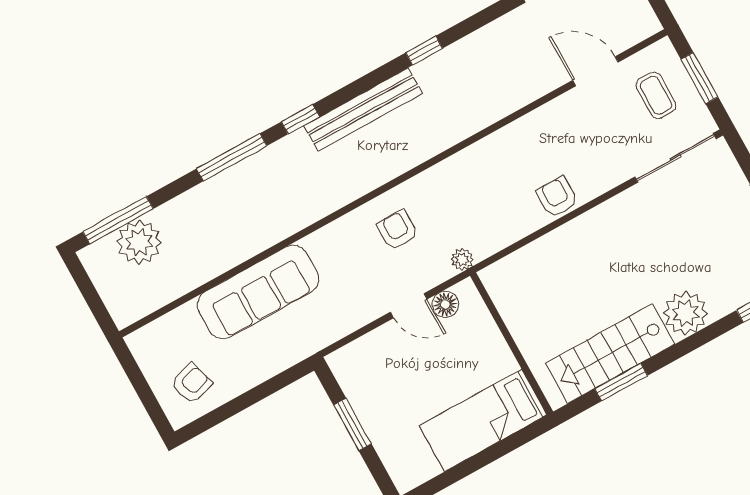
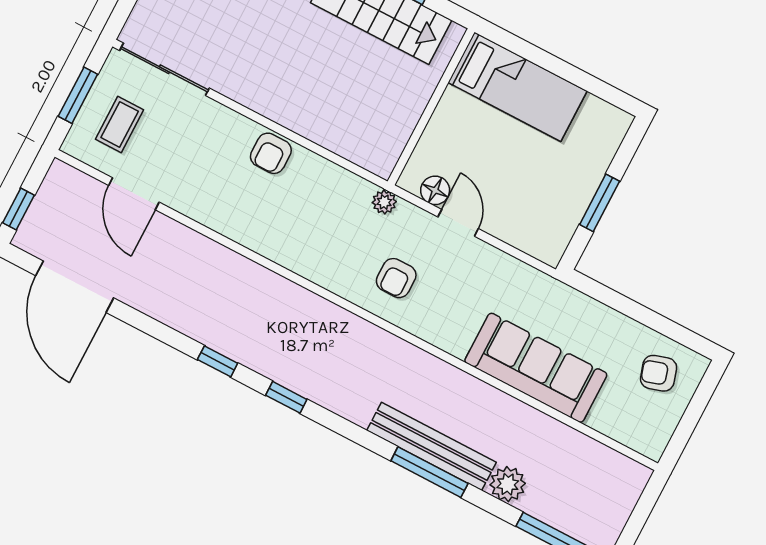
bench: (363, 109) -> (432, 446), moved
window: (300, 119) -> (286, 397), moved
plant: (139, 242) -> (508, 484), moved, width x0.73, depth x0.73

